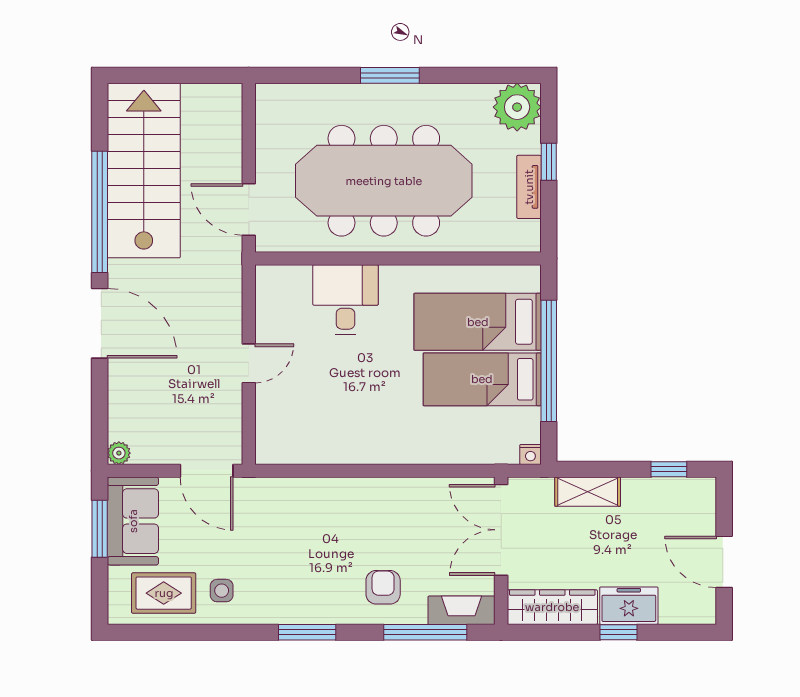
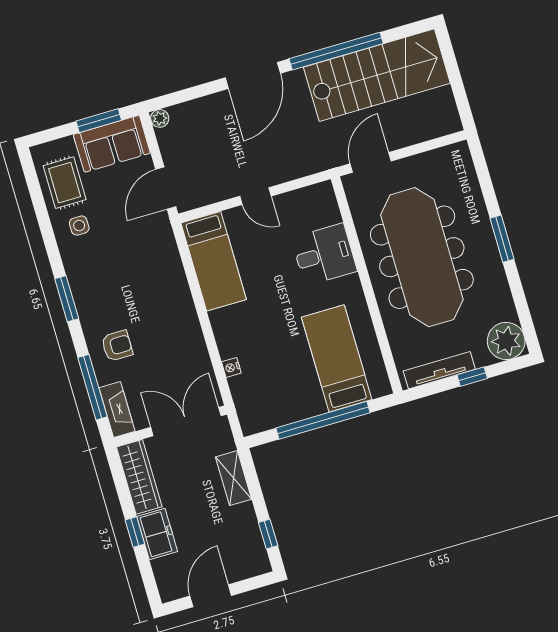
tv unit: (529, 187) -> (439, 370), width x1.41
bed: (482, 379) -> (214, 261), moved, turned 180
nightstand: (530, 455) -> (231, 367), moved

